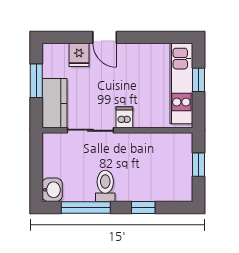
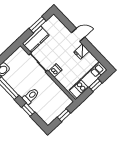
door: (105, 37) -> (78, 35), swing flipped
fridge: (79, 55) -> (81, 52), moved
toilet: (105, 186) -> (31, 96), moved

